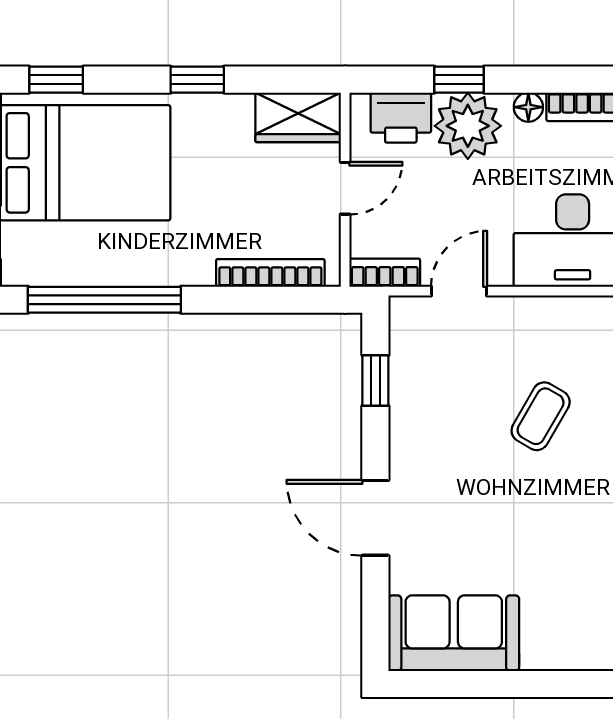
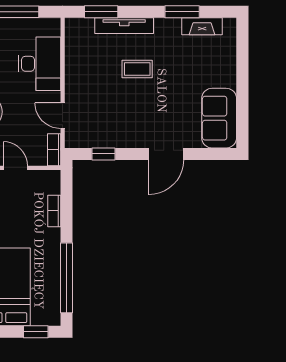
bookcase: (270, 273) -> (54, 211), width x0.64
coffee table: (541, 416) -> (137, 69), moved, turned -30

